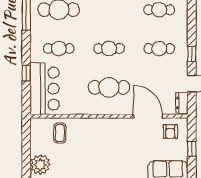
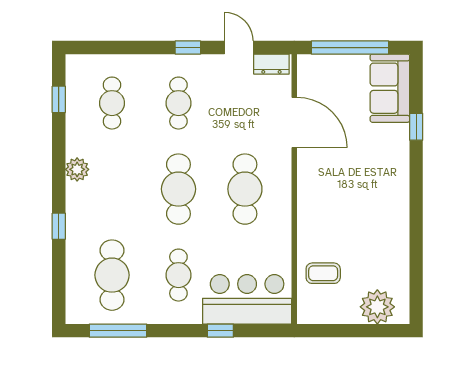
cafe table: (109, 49) -> (178, 189), width x1.37, depth x1.35
door: (148, 116) -> (294, 122), swing flipped
armchair: (170, 132) -> (321, 84), removed
window: (192, 149) -> (350, 48), width x3.17

